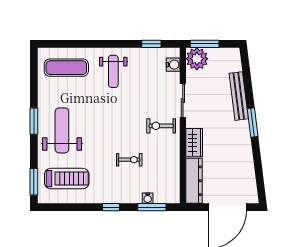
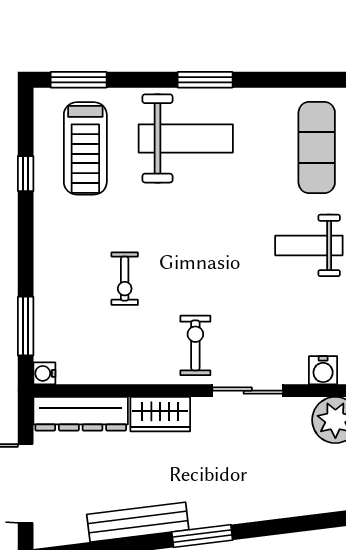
bench: (239, 96) -> (138, 522), moved
water cooler: (148, 198) -> (44, 373), moved
window: (111, 207) -> (26, 174), moved

